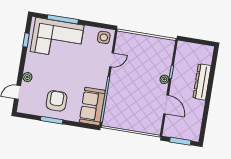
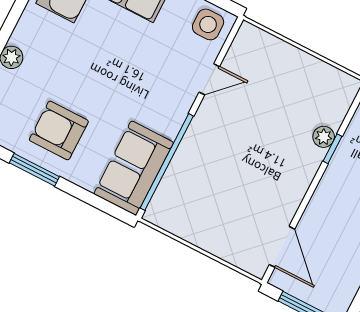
plant: (164, 79) -> (324, 137), moved
armchair: (57, 101) -> (59, 130), turned -90
door: (166, 104) -> (282, 247), moved

